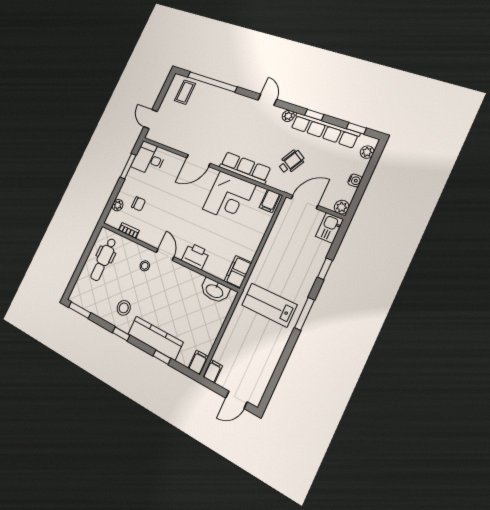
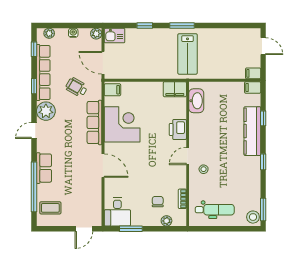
row of seats: (225, 98) -> (44, 168), added
plant: (288, 116) -> (46, 111), width x1.88, depth x1.88
stool: (124, 308) -> (253, 217), moved

